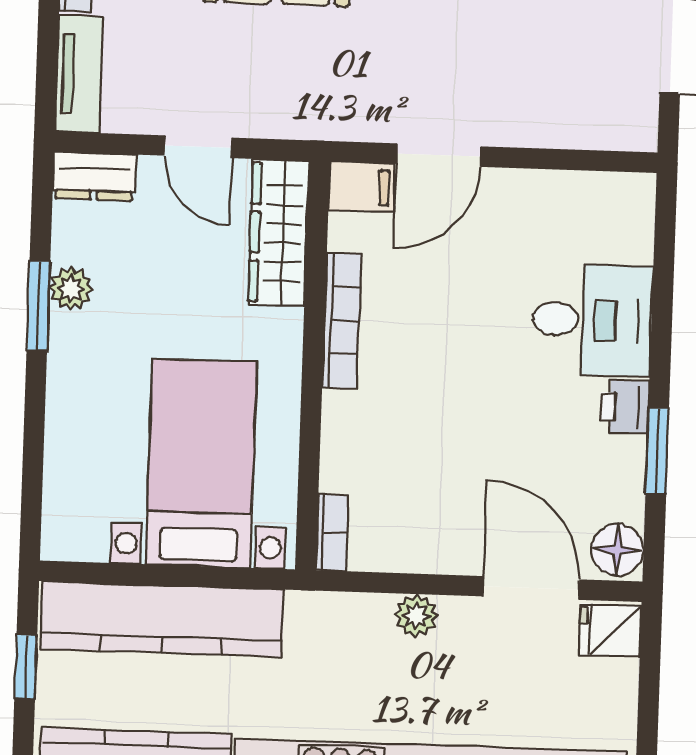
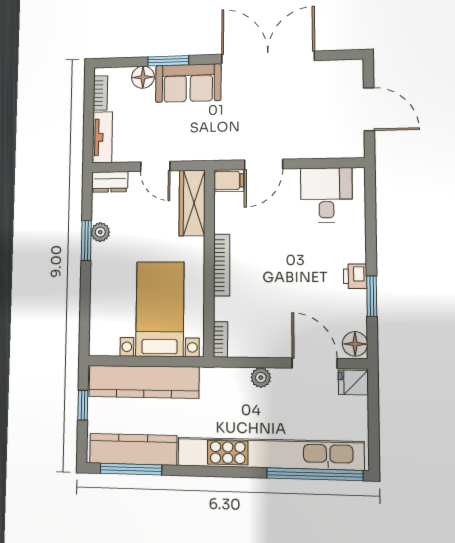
desk: (592, 320) -> (326, 195), moved, turned -90
bookcase: (342, 321) -> (222, 265), moved

